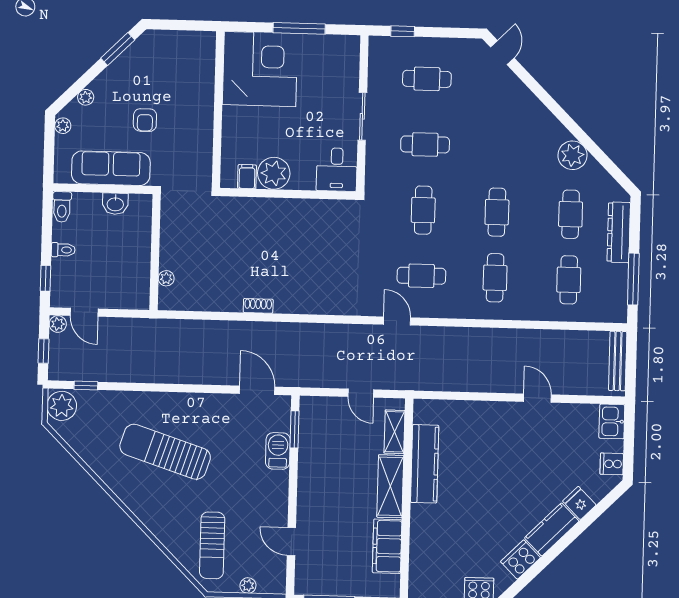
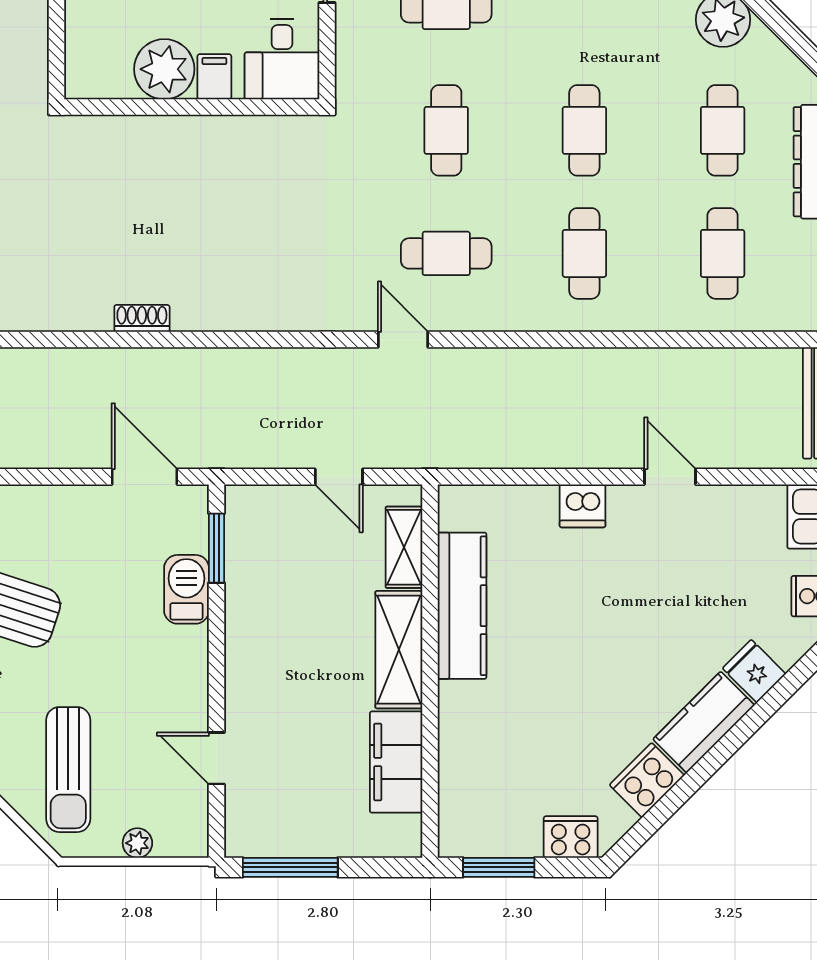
filing cabinet: (247, 177) -> (214, 77), moved
dishwasher: (490, 412) -> (583, 506), added

